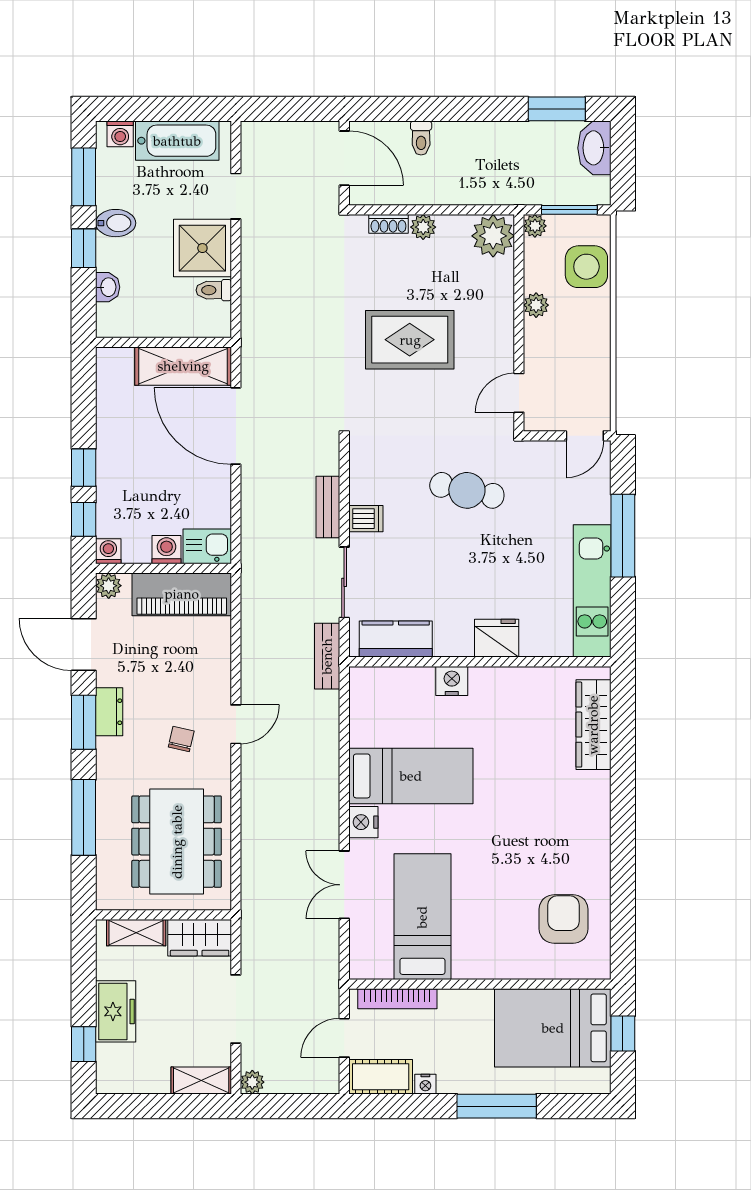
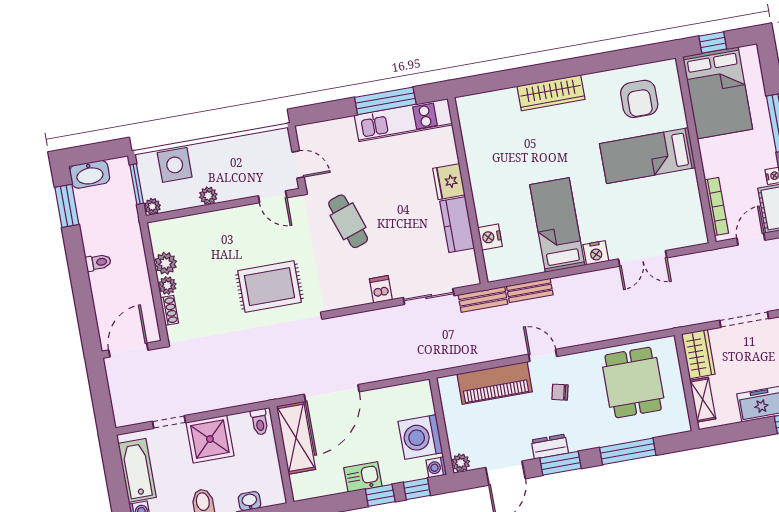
toilet: (421, 138) -> (98, 262), moved
plant: (493, 236) -> (166, 263), moved, width x0.73, depth x0.73
toilet: (214, 290) -> (260, 422), moved
rug: (410, 340) -> (269, 287), moved, turned 90
door: (585, 436) -> (298, 165), moved
cafe table: (467, 490) -> (348, 221), turned -31
bench: (328, 507) -> (530, 290), moved
window: (623, 536) -> (385, 101), moved
kitchen sink: (207, 546) -> (363, 477), moved, turned 90
washing machine: (166, 550) -> (420, 437), width x1.89, depth x1.89
piano: (182, 594) -> (495, 383), moved, turned 90
kitchen counter: (396, 639) -> (457, 225), moved
nightstand: (452, 681) -> (490, 237), moved
wardrobe: (593, 725) -> (551, 93), moved
dining table: (177, 842) -> (633, 382), width x0.73
bed: (422, 917) -> (648, 156), moved
armchair: (564, 919) -> (639, 99), turned -90
door: (344, 1038) -> (751, 239), swing flipped

